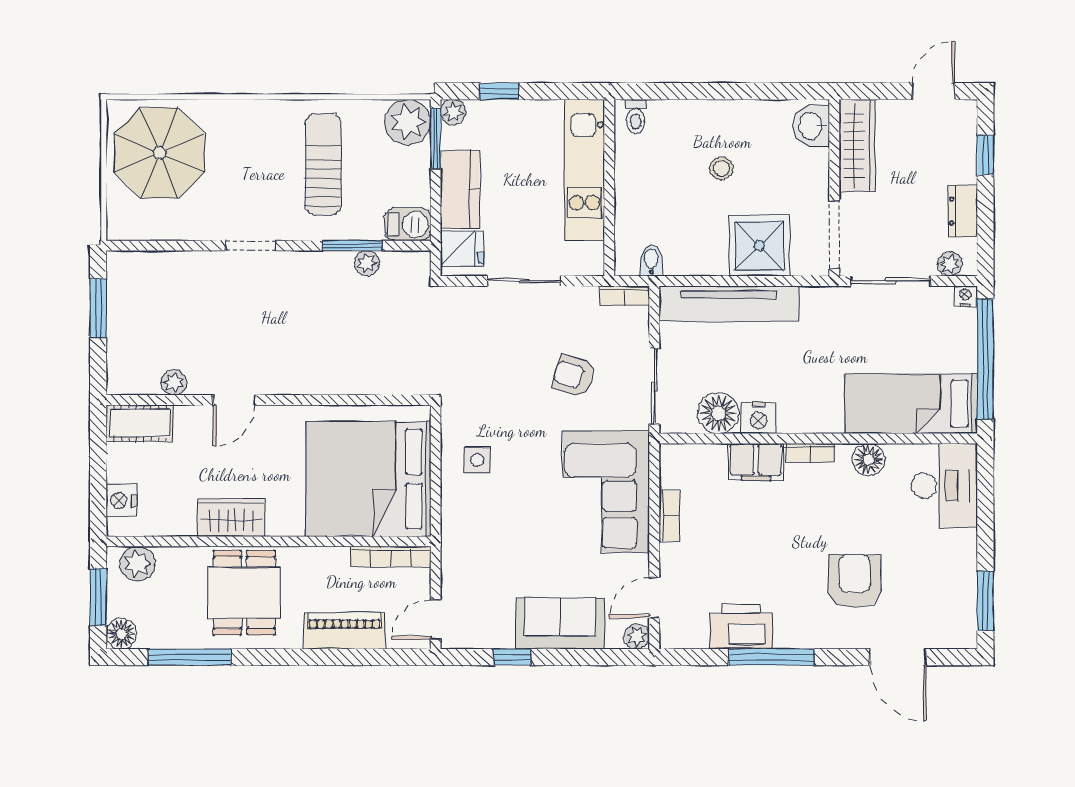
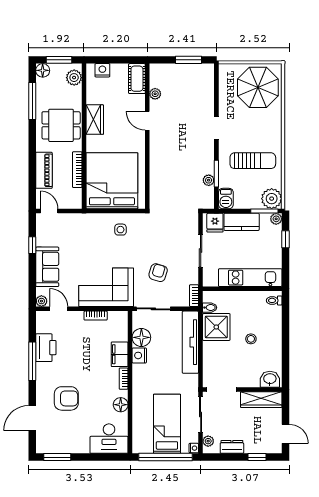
shower: (759, 246) -> (216, 327), moved
bed: (911, 404) -> (167, 424), moved
bookcase: (390, 557) -> (77, 170), moved

